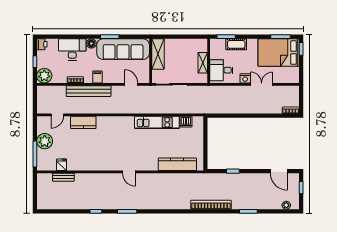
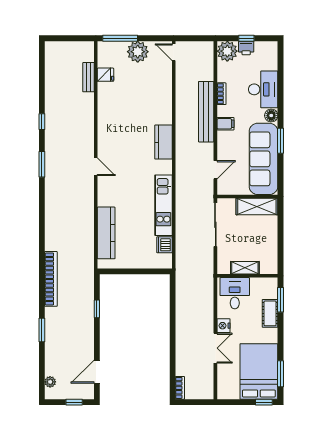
printer: (42, 44) -> (246, 48), moved
door: (57, 115) -> (174, 52), moved
kitchen counter: (83, 122) -> (163, 142), moved
door: (129, 172) -> (96, 167), swing flipped

